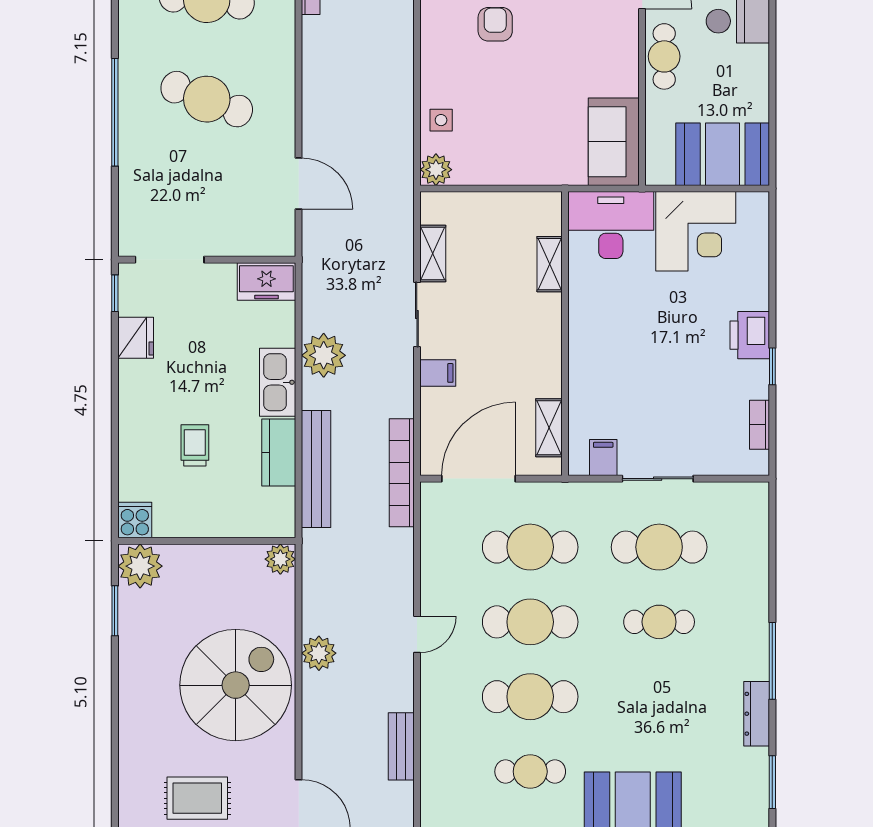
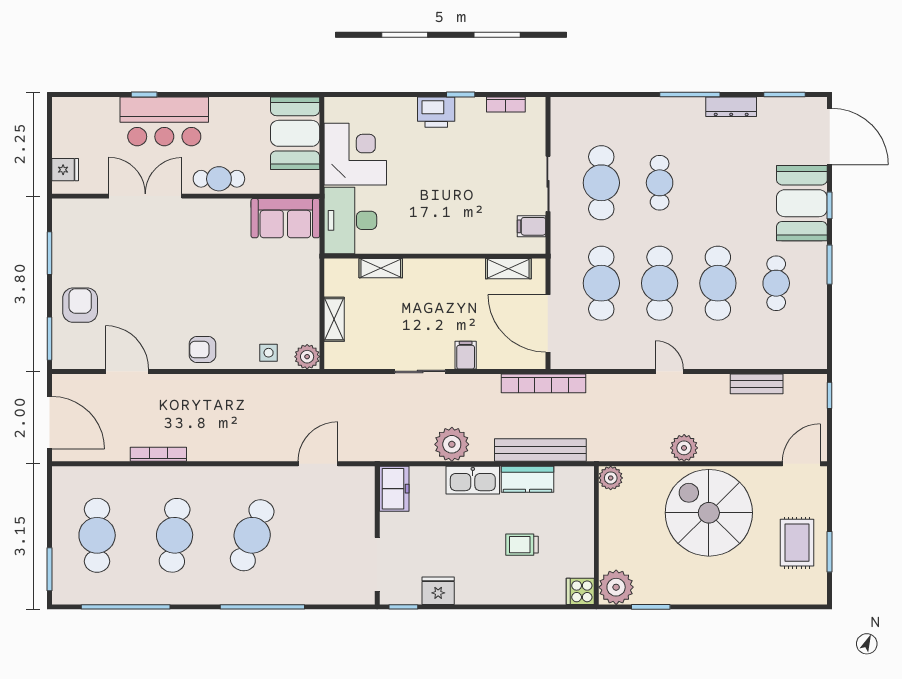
armchair: (495, 24) -> (203, 350), moved
shelving: (433, 253) -> (334, 319), moved, turned 90

